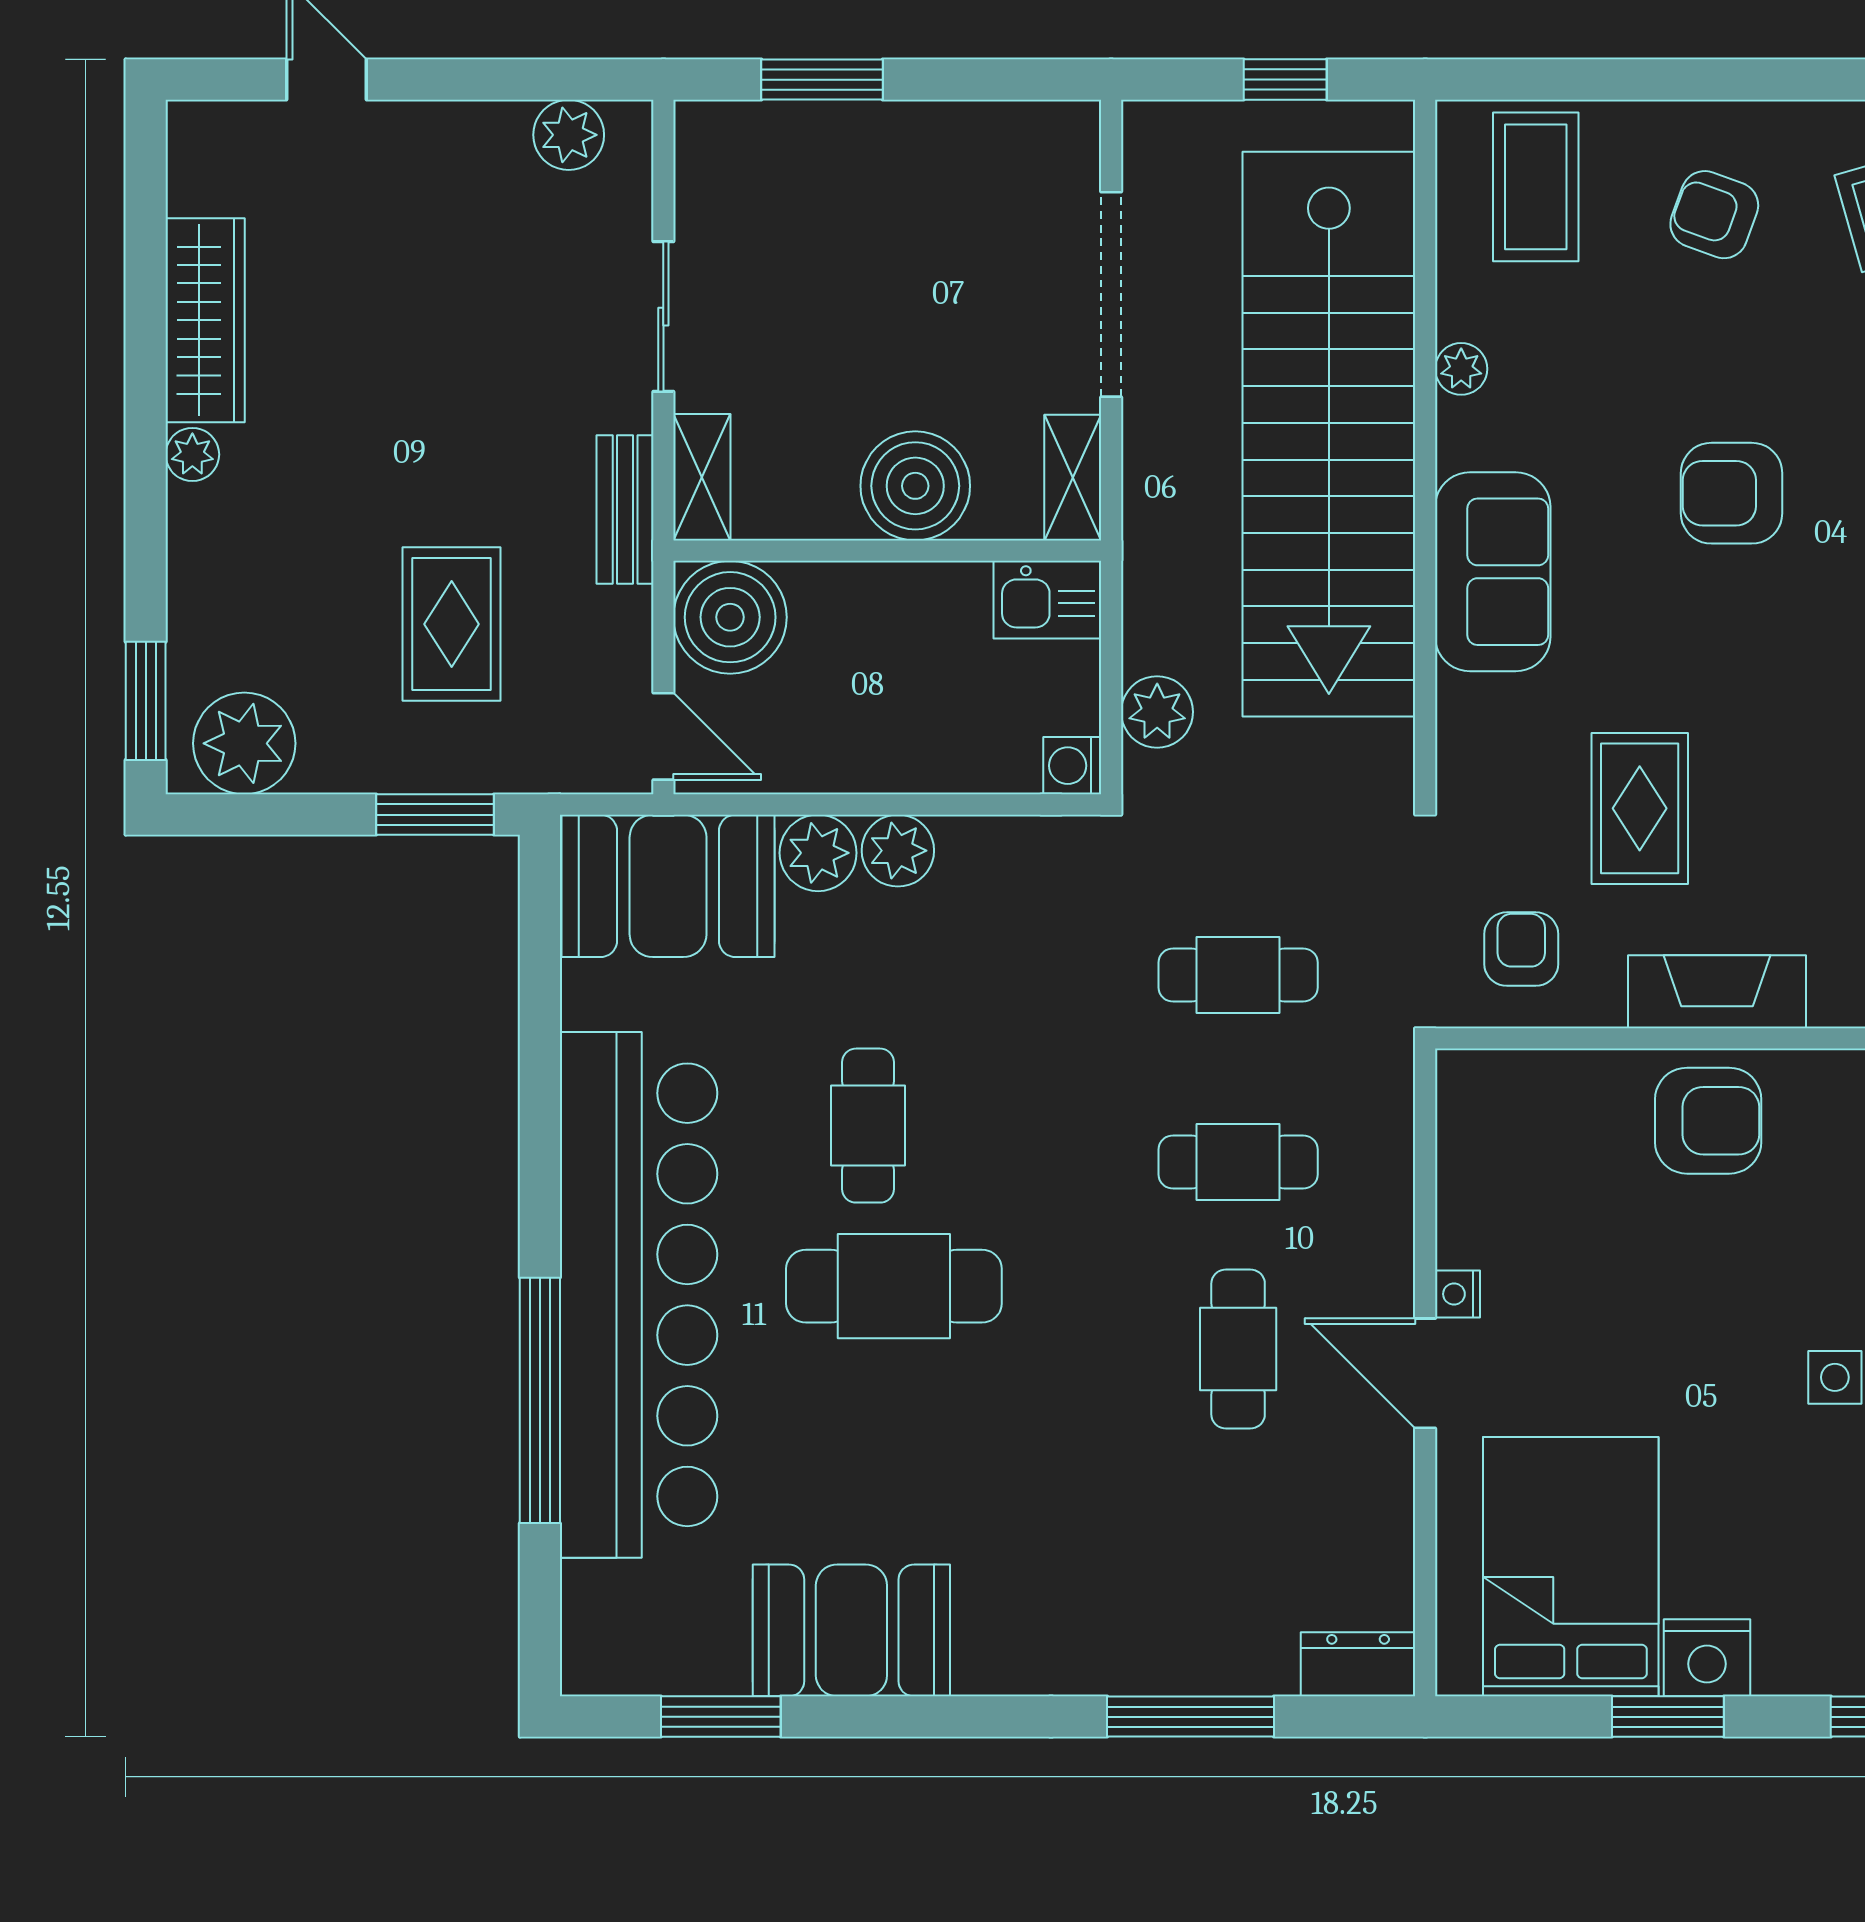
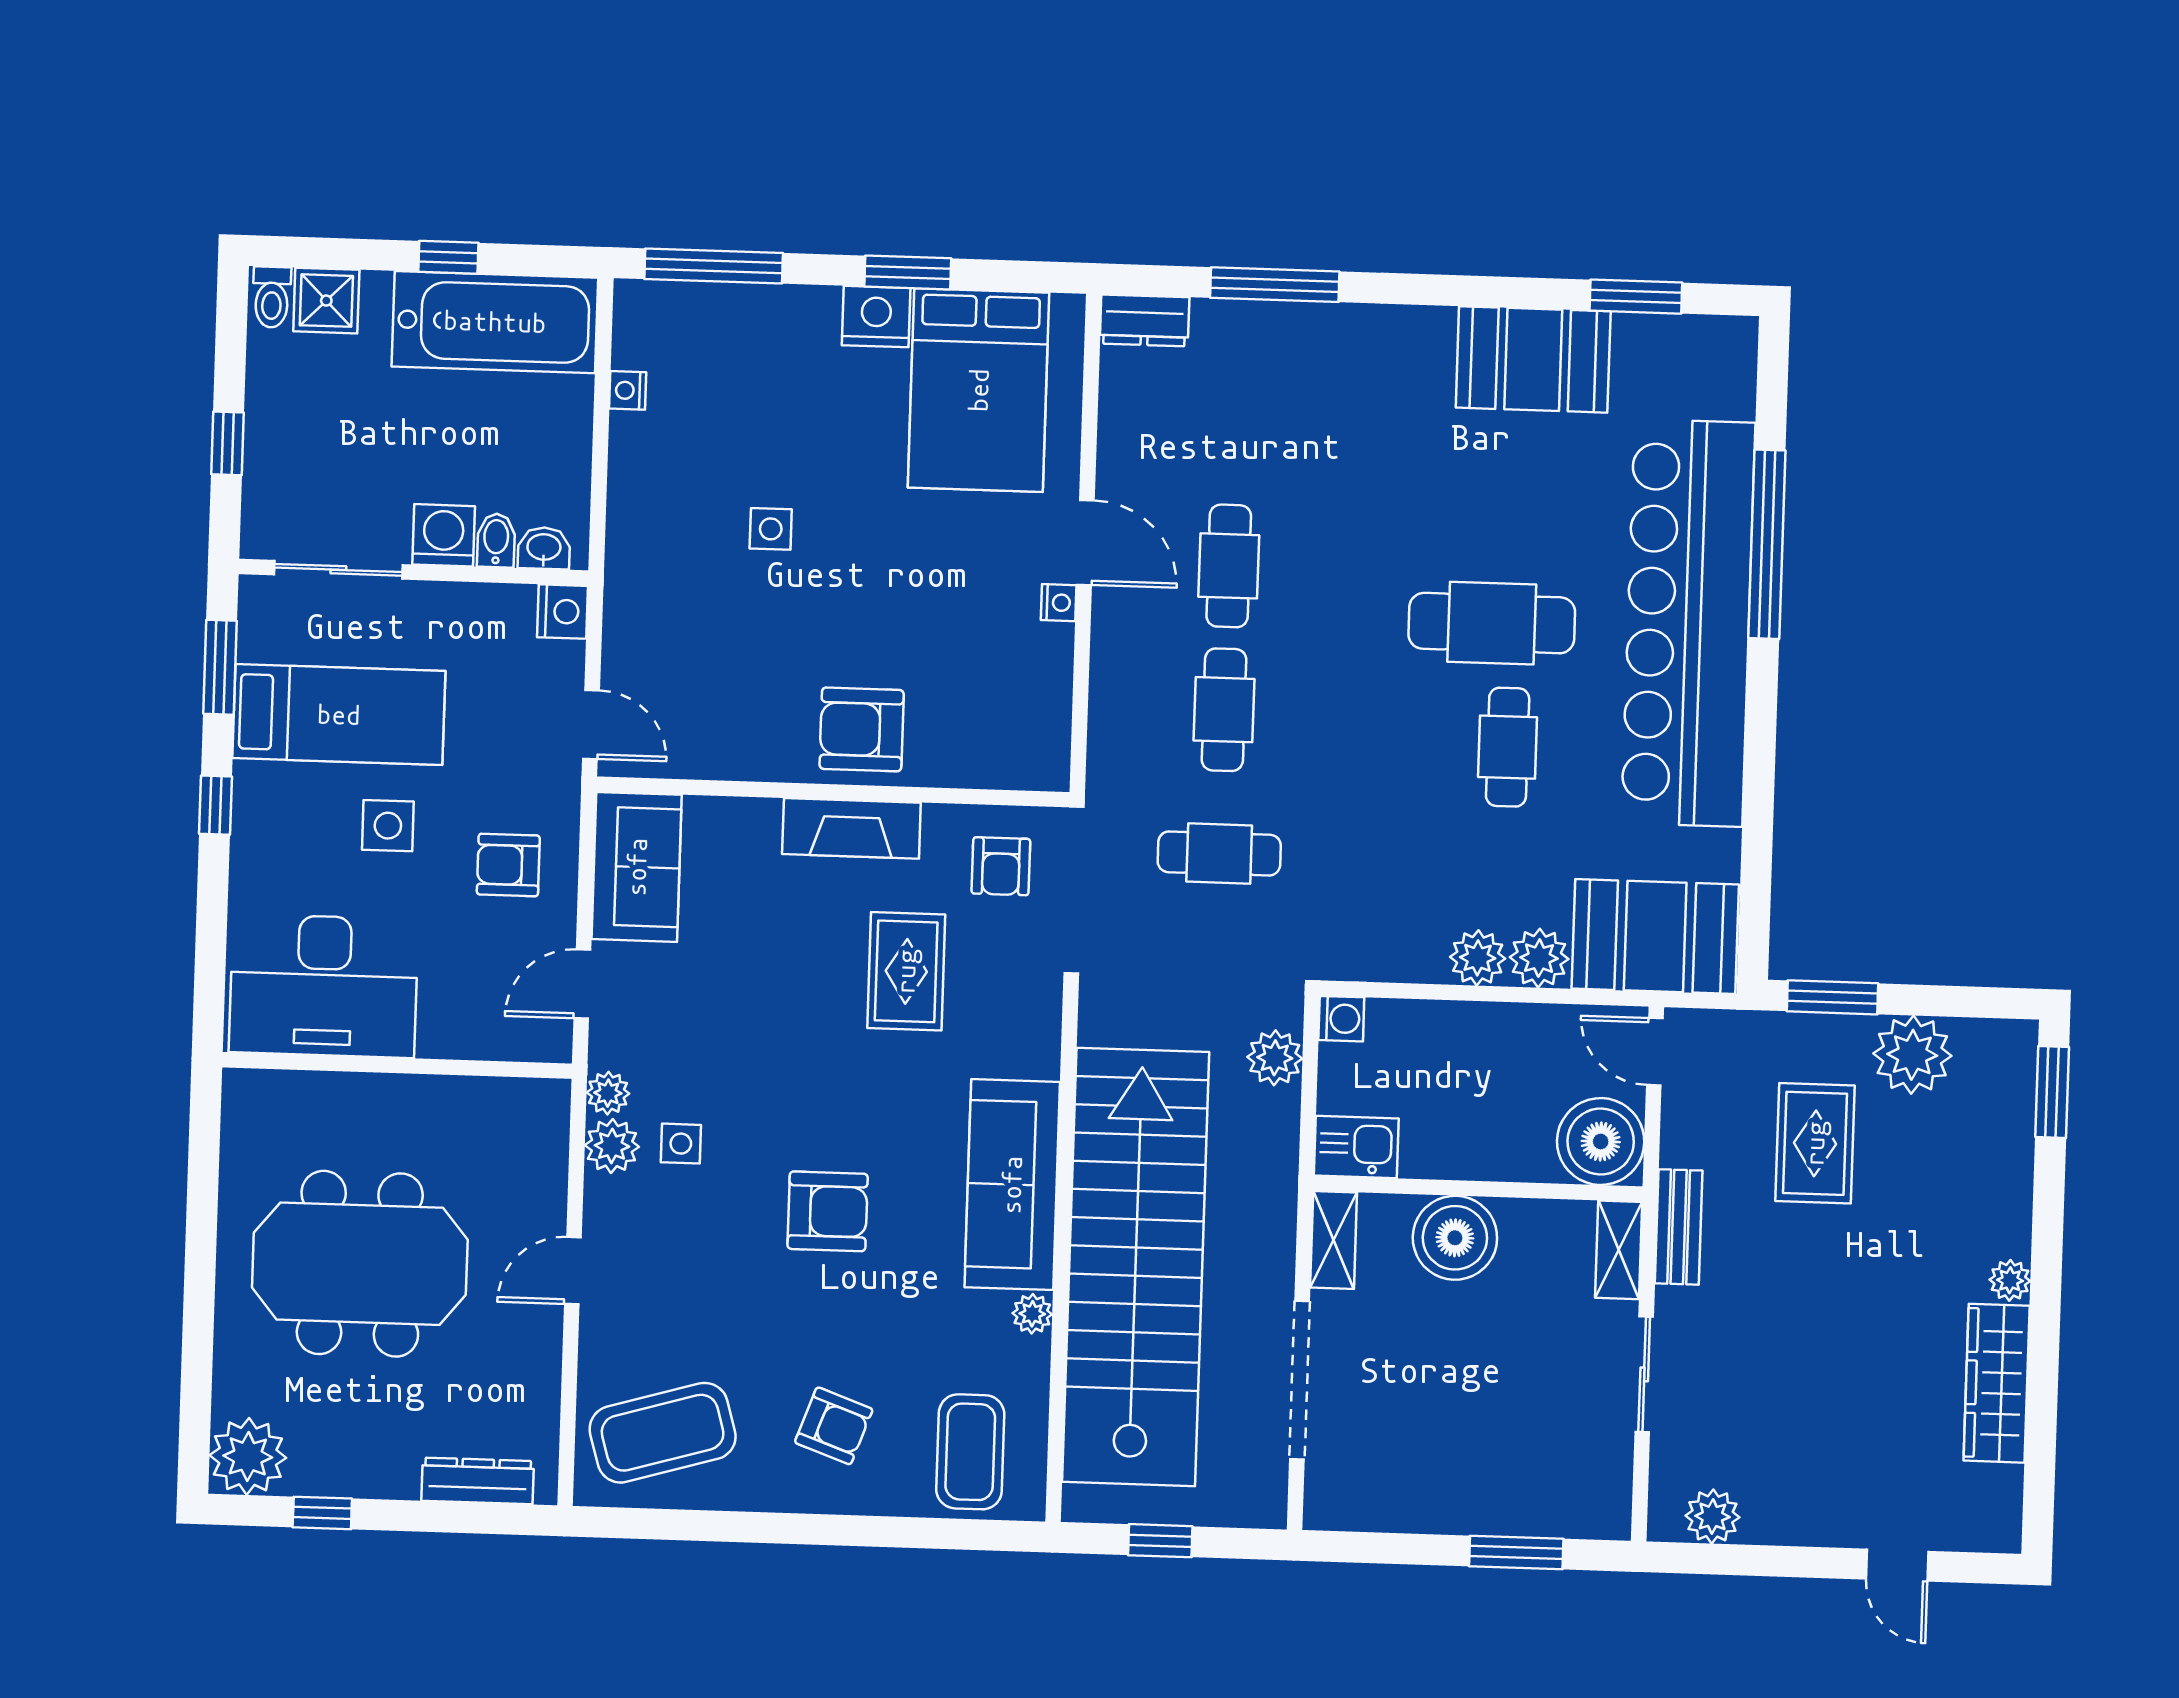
sofa: (1493, 572) -> (1012, 1185), width x1.36
plant: (244, 743) -> (1912, 1055), moved
cafe table: (1238, 1162) -> (1224, 710), turned 90

